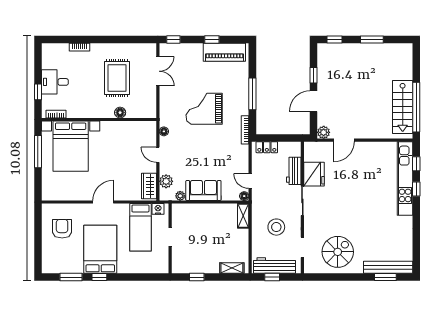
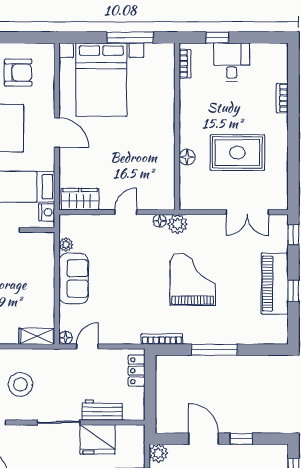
piano: (224, 52) -> (275, 284), moved
bed with nightstands: (71, 146) -> (101, 80), moved, turned -90
plant: (166, 181) -> (177, 224), moved

